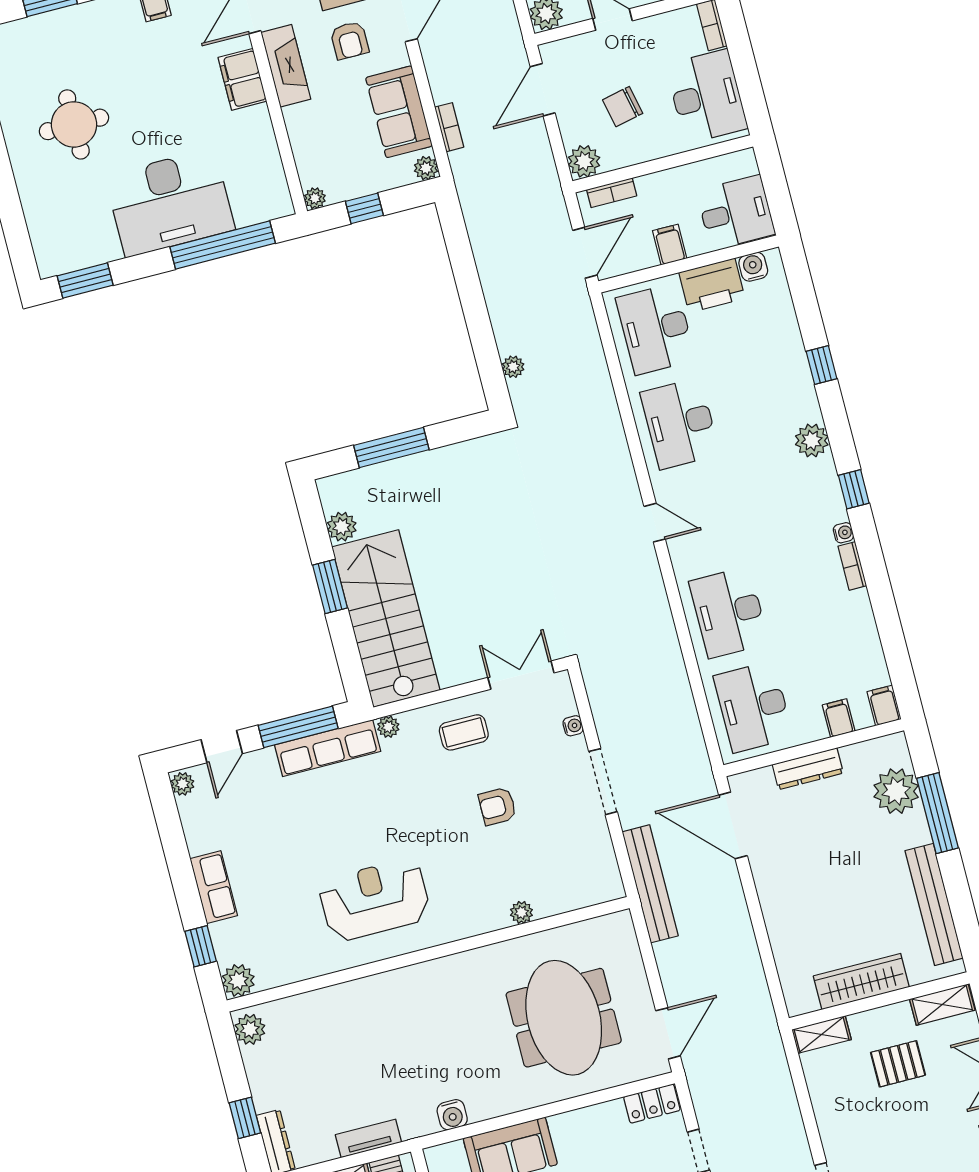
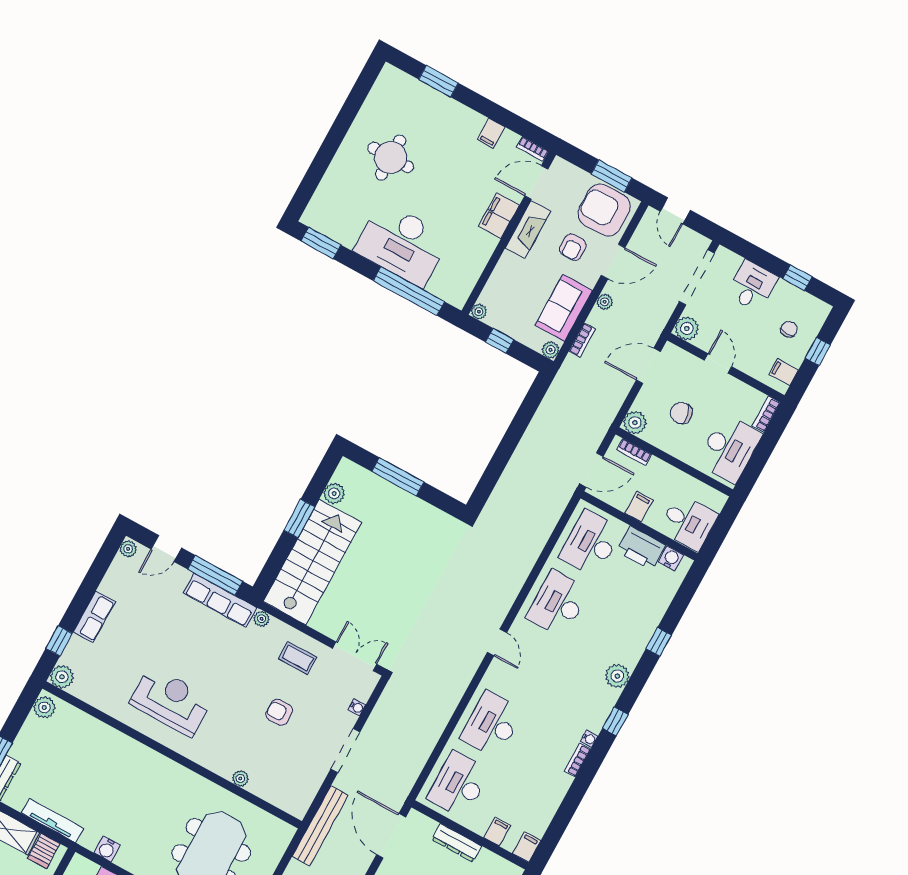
plant: (513, 367) -> (605, 302), moved
tv unit: (368, 1138) -> (53, 821), width x1.41

